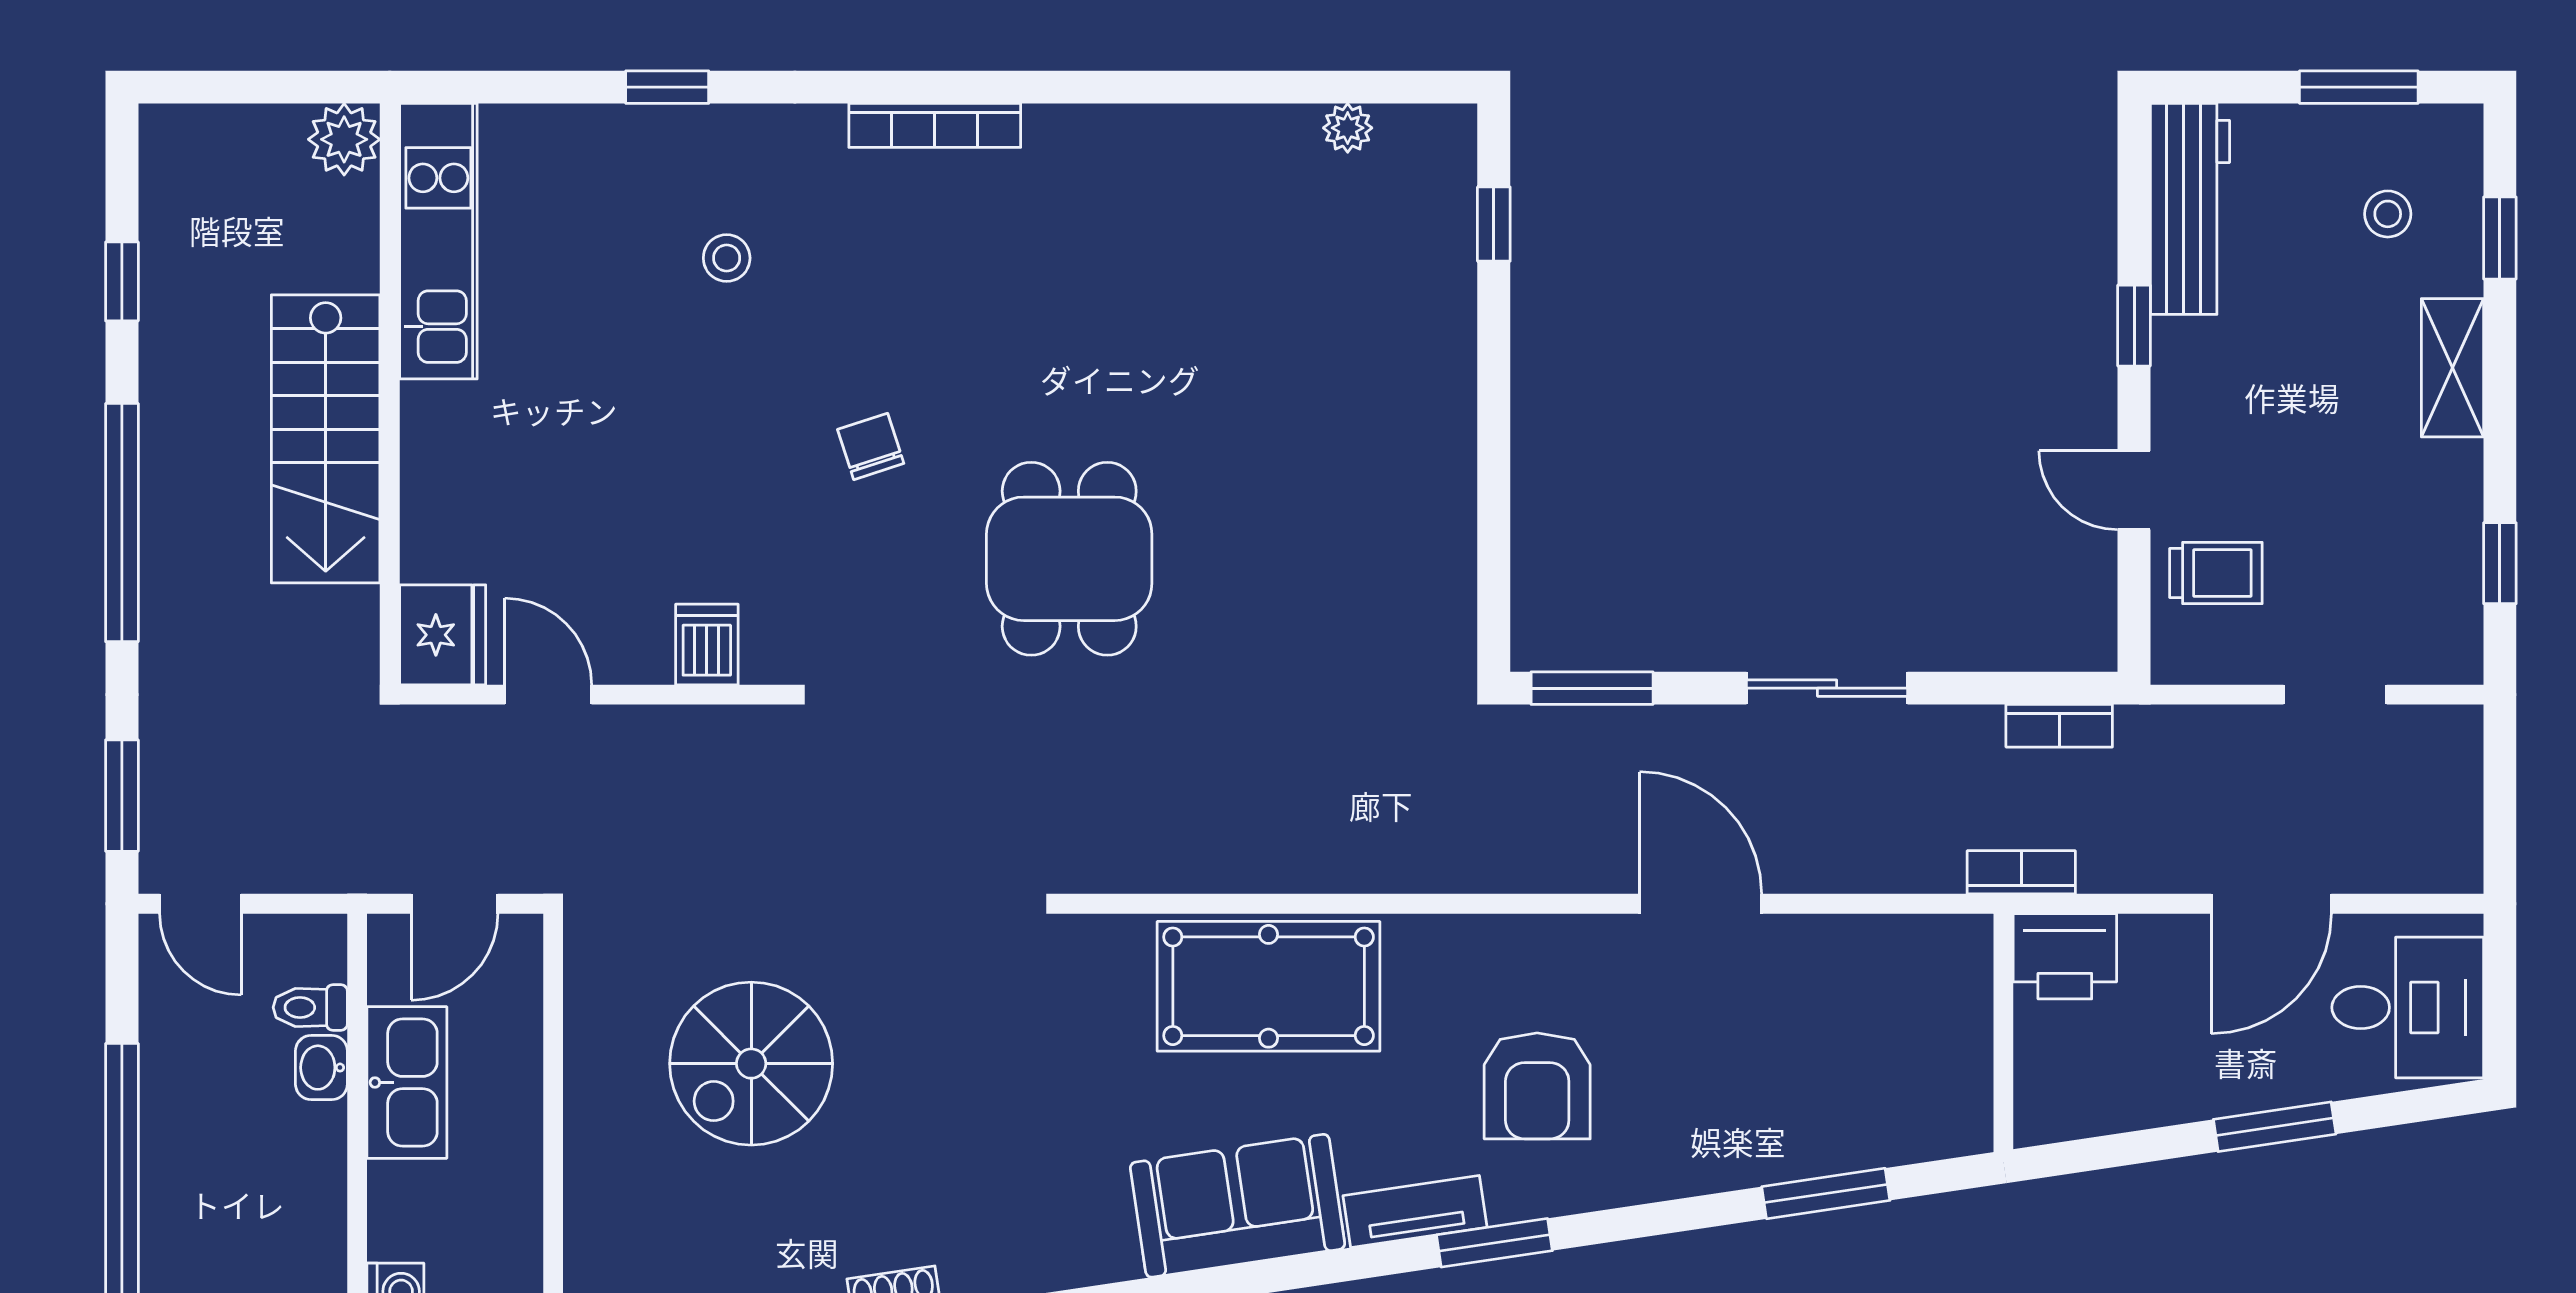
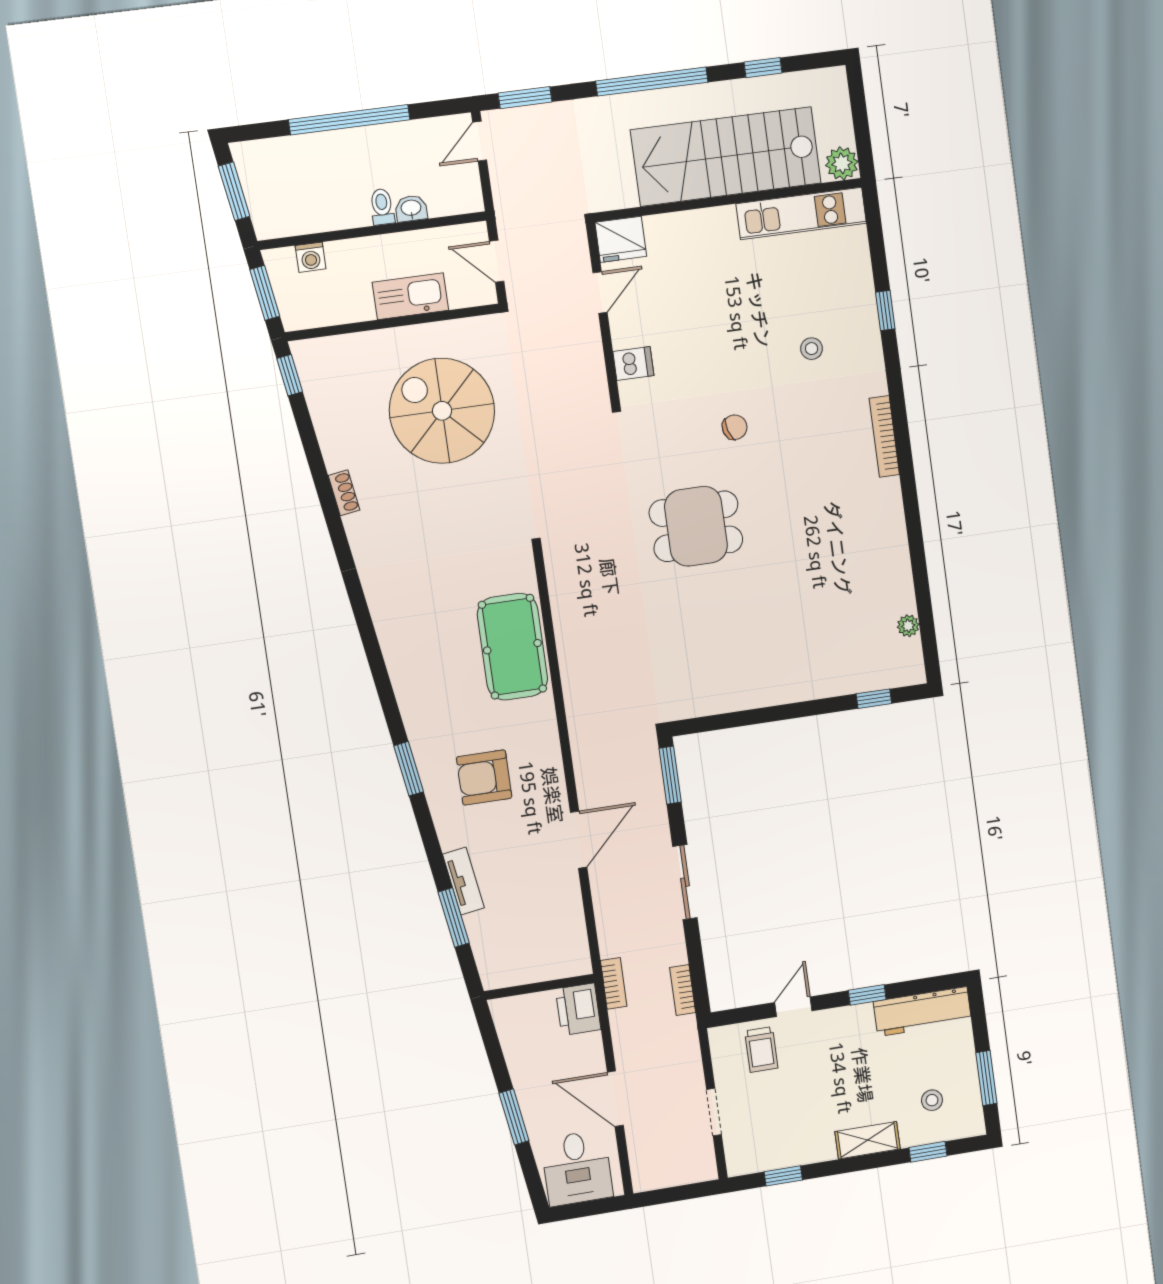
stairs: (326, 439) -> (726, 157), width x1.36, depth x1.51
toilet: (310, 1007) -> (382, 207), moved
spiral stairs: (751, 1064) -> (442, 411), width x1.37, depth x1.37
kitchen sink: (407, 1083) -> (410, 296), moved, turned 180
sofa: (1238, 1206) -> (409, 647), removed
tv unit: (1415, 1211) -> (463, 881), moved

